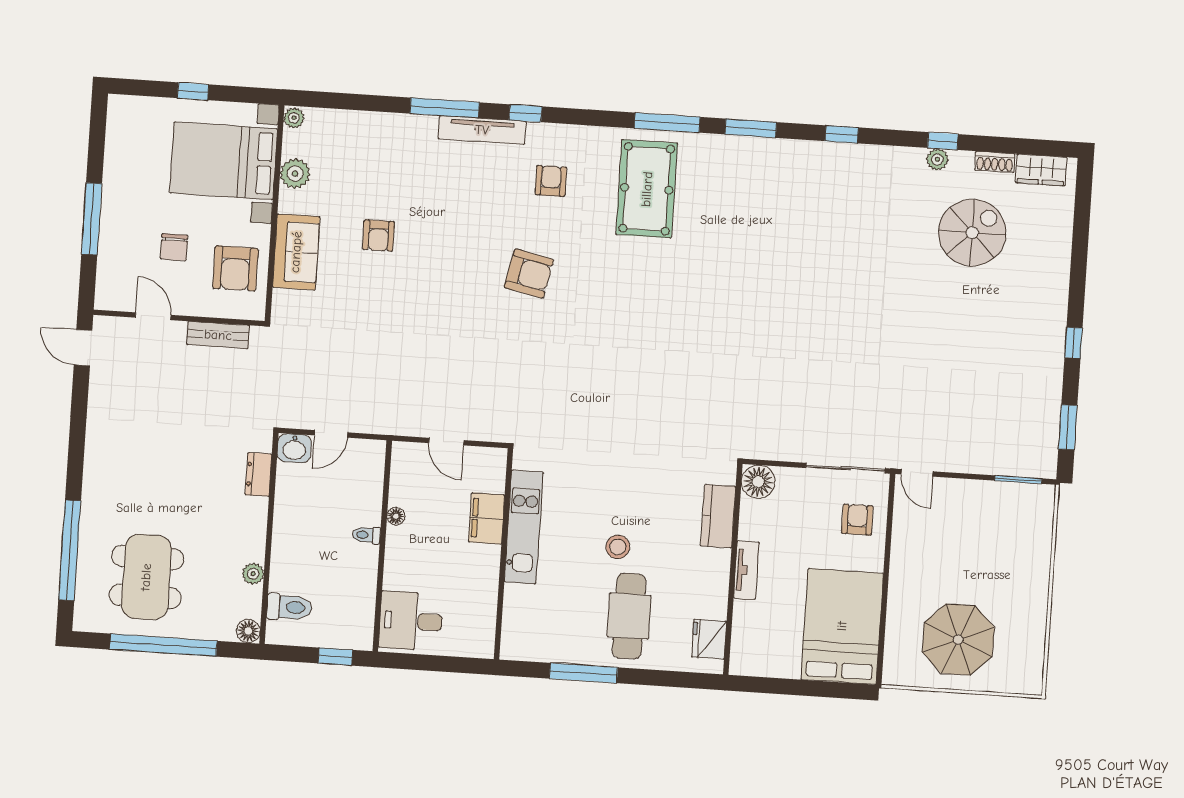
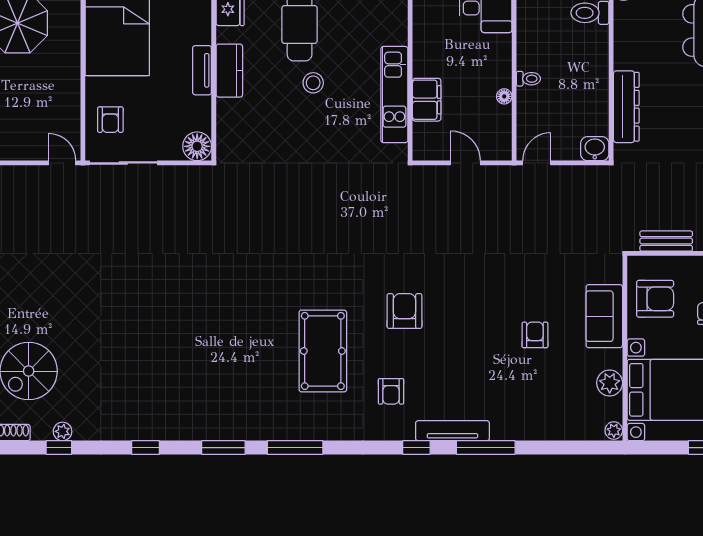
pool table: (647, 189) -> (323, 351), moved
armchair: (235, 268) -> (655, 299), turned 90
armchair: (529, 274) -> (404, 311), turned 78
door: (331, 434) -> (537, 163), moved
dresser: (259, 474) -> (626, 107), width x1.96, depth x1.24
kitchen counter: (718, 516) -> (229, 71), moved
plant: (253, 574) -> (623, 39), removed

